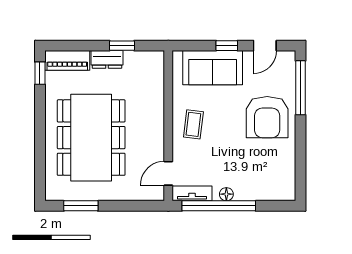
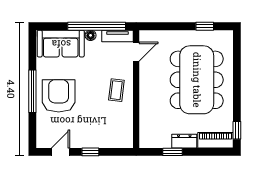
sofa: (213, 68) -> (61, 44), moved, turned 180
window: (301, 88) -> (32, 91), moved
window: (81, 206) -> (205, 26), width x0.67

